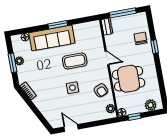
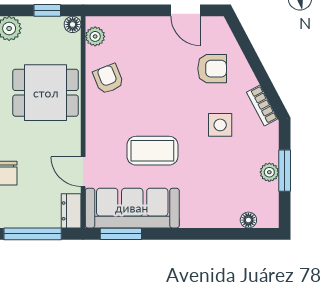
window: (58, 25) -> (121, 234), moved
sofa: (52, 38) -> (132, 208), moved
door: (107, 58) -> (83, 172), moved
side table: (72, 88) -> (220, 125), moved
armchair: (54, 104) -> (212, 69), added

